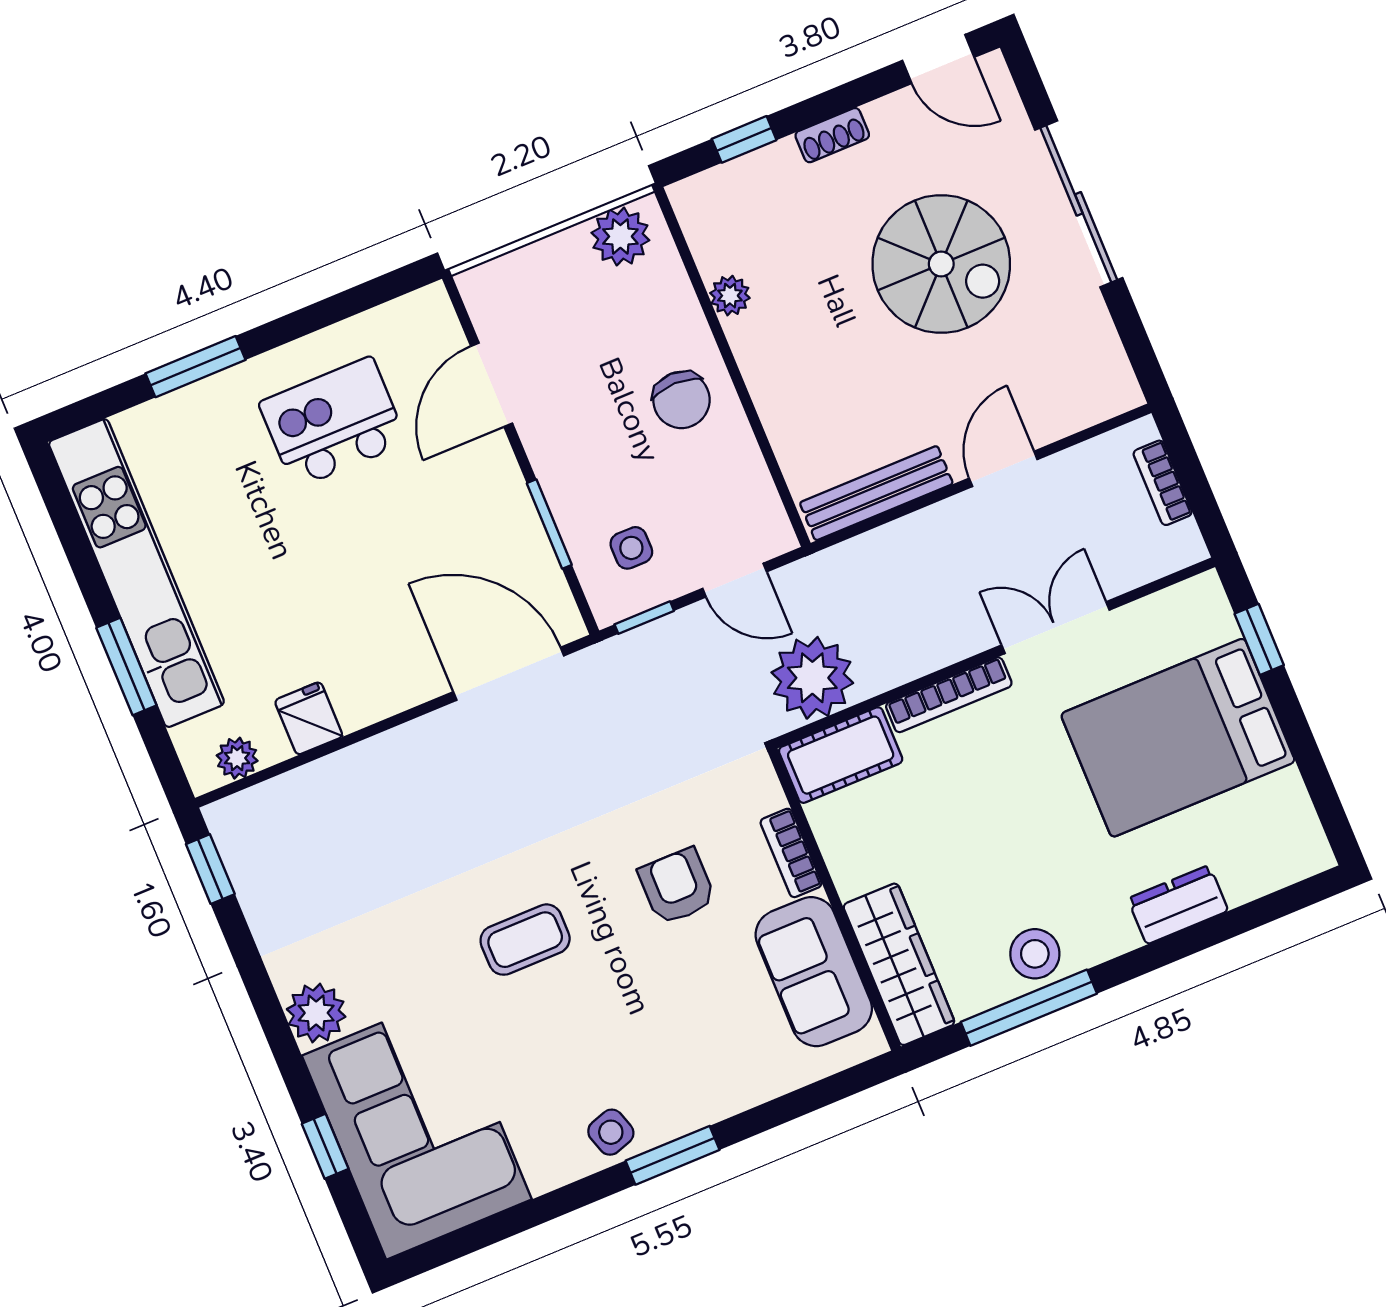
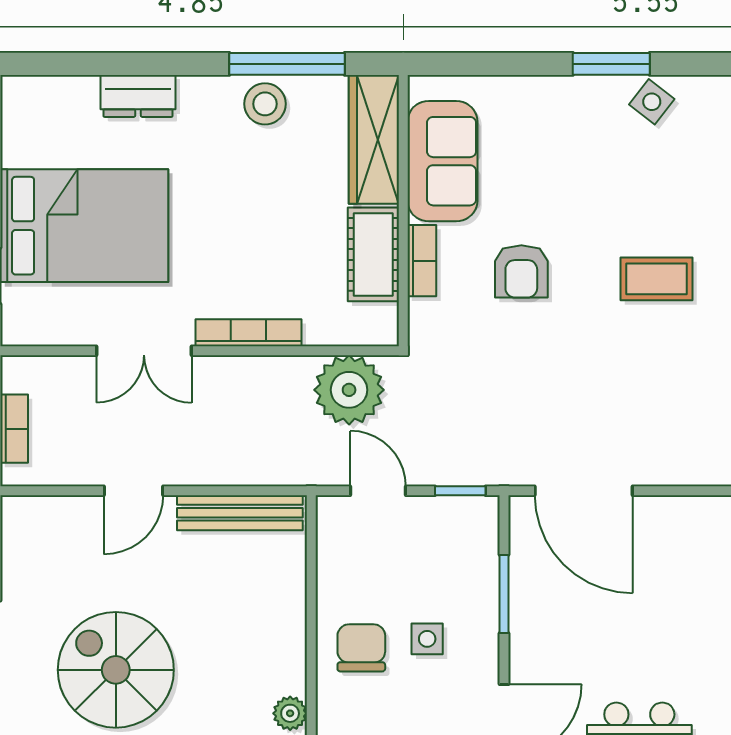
side table: (631, 548) -> (427, 639), moved
cot: (841, 755) -> (373, 254), moved, turned 90
side table: (611, 1132) -> (652, 102), turned -34

